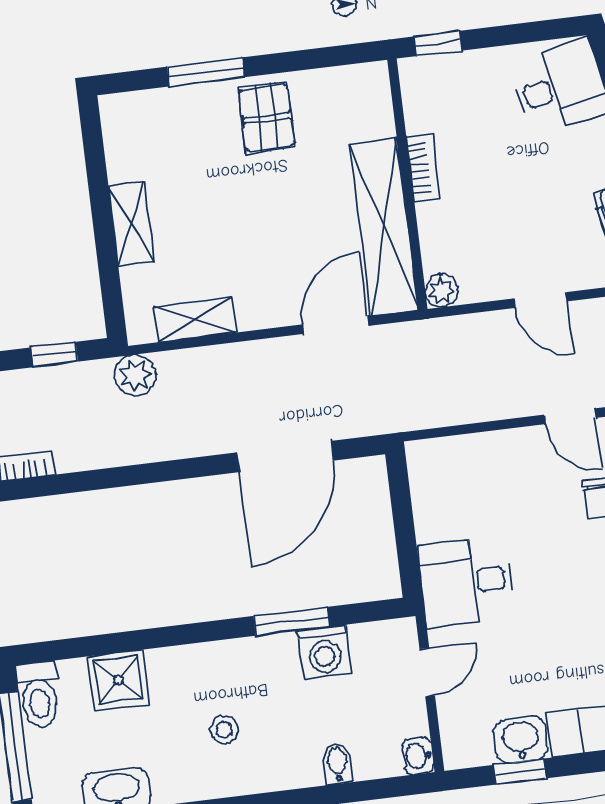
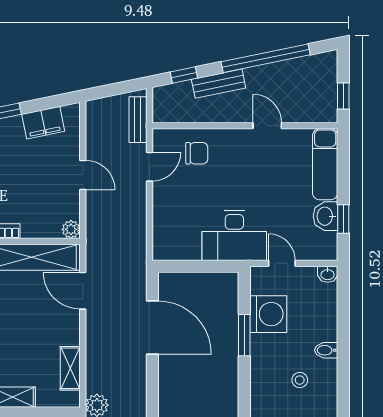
door: (541, 300) -> (83, 175), hinge flipped
desk: (466, 582) -> (234, 235), width x1.37
washing machine: (324, 651) -> (268, 314), width x1.37, depth x1.37
bidet: (337, 763) -> (326, 350), moved

